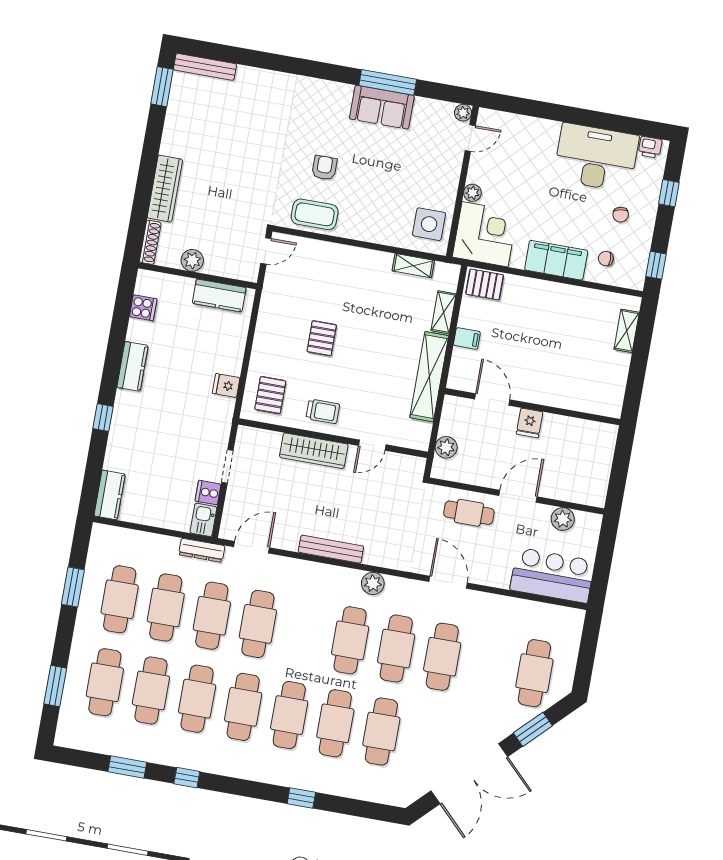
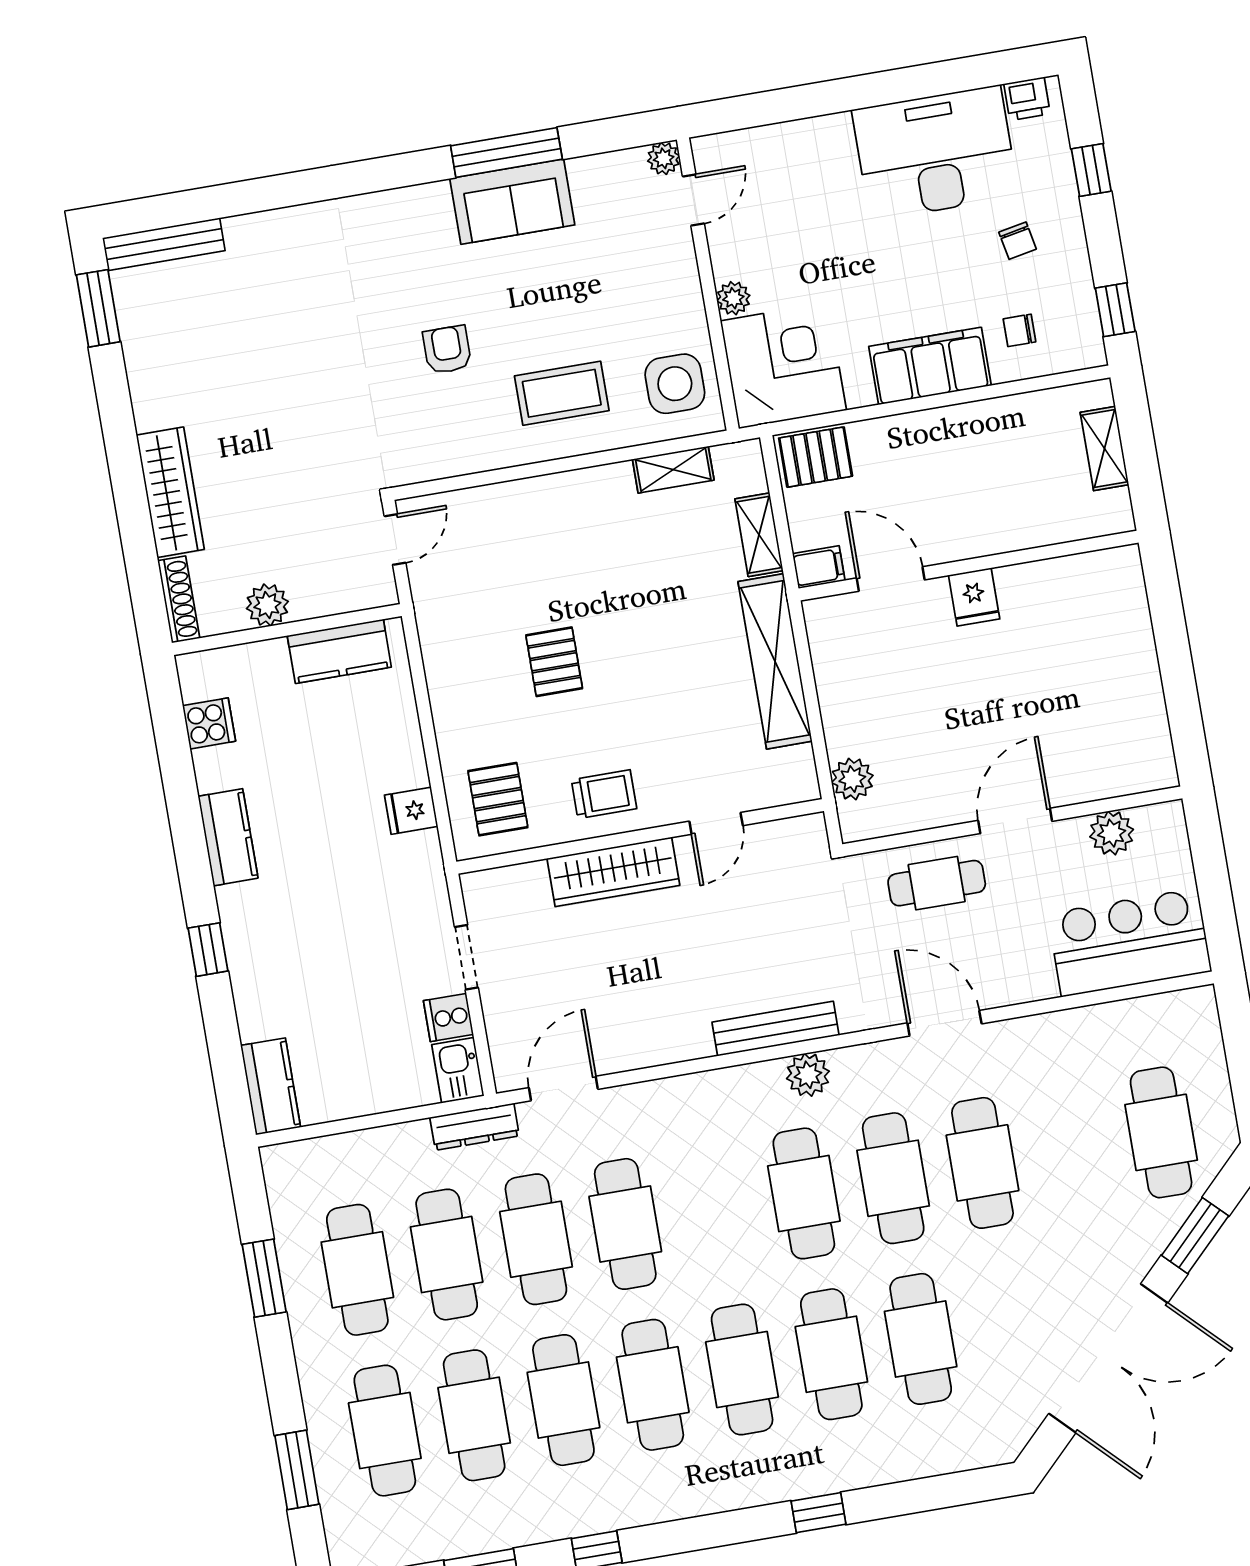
coffee table: (315, 214) -> (562, 393), moved
door: (492, 399) -> (891, 579), moved
wall: (532, 407) -> (969, 566), moved
fridge: (530, 423) -> (974, 597), moved
bench: (331, 549) -> (776, 1029), moved

